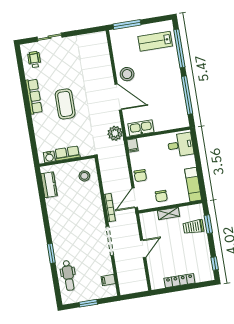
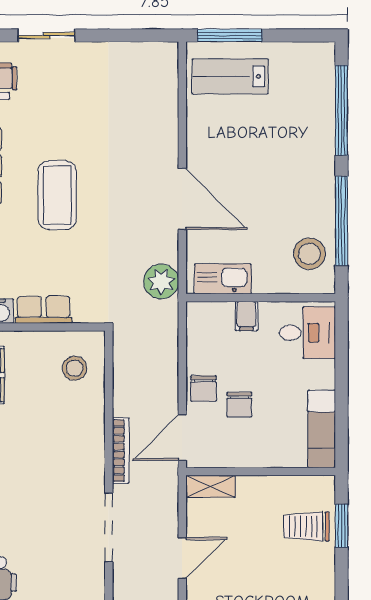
lab bench: (155, 41) -> (230, 76), moved
stool: (127, 74) -> (309, 254), moved
filing cabinet: (133, 145) -> (246, 316), moved
chair: (161, 196) -> (239, 405), moved
shelving: (168, 213) -> (211, 486), moved

